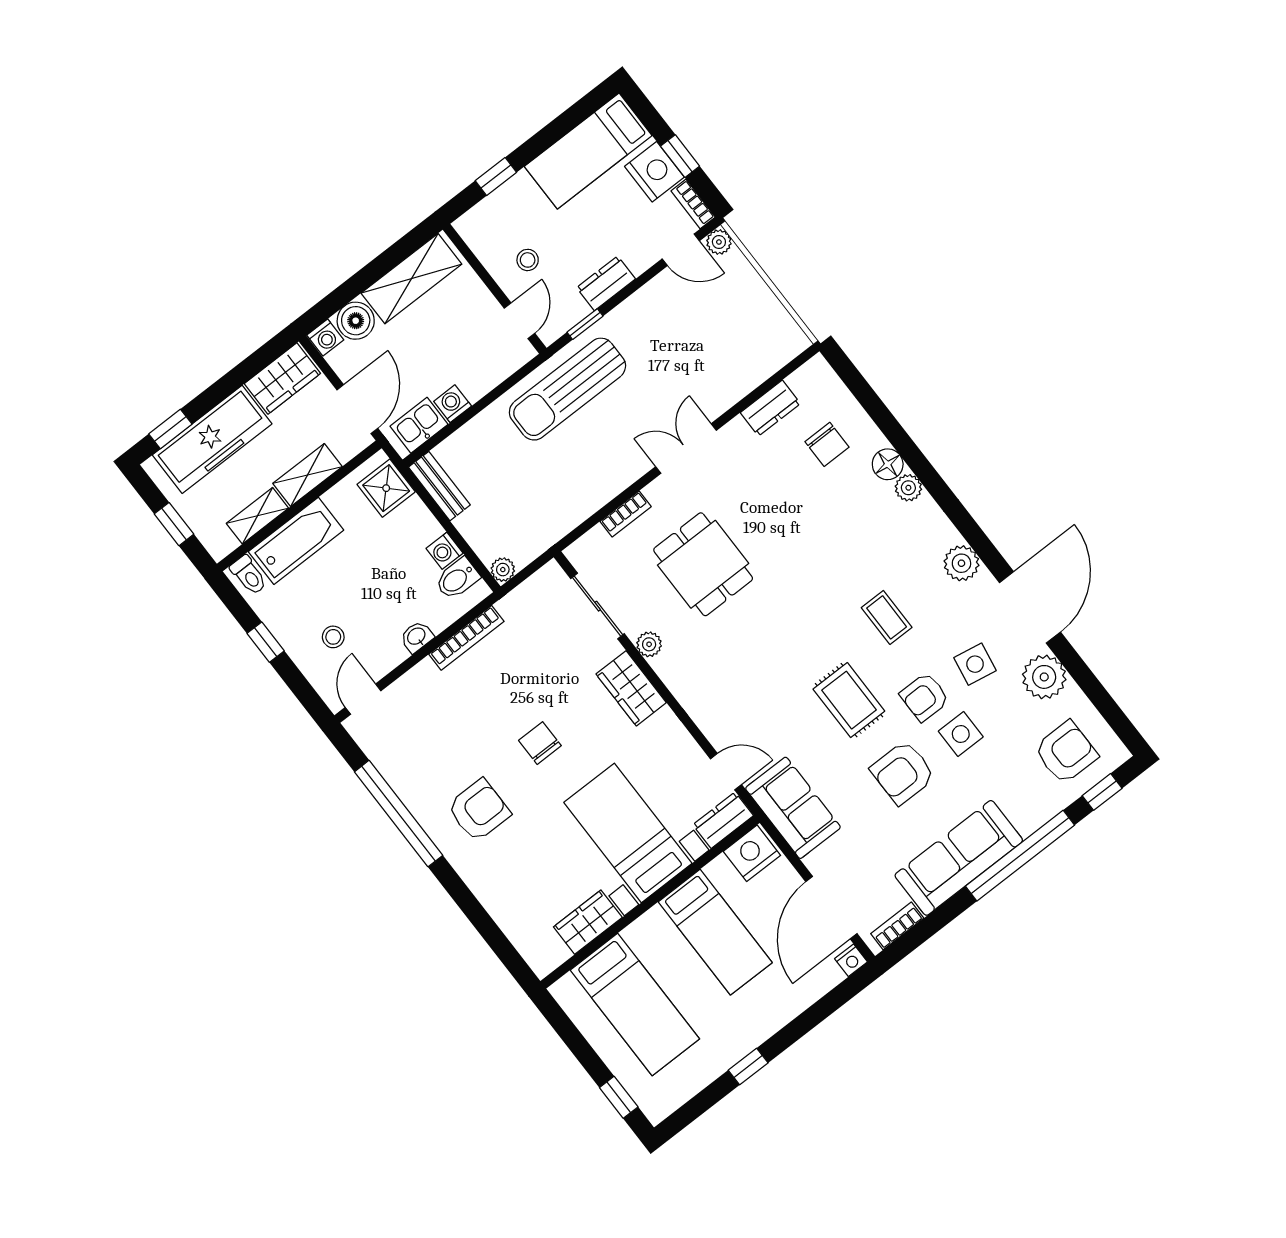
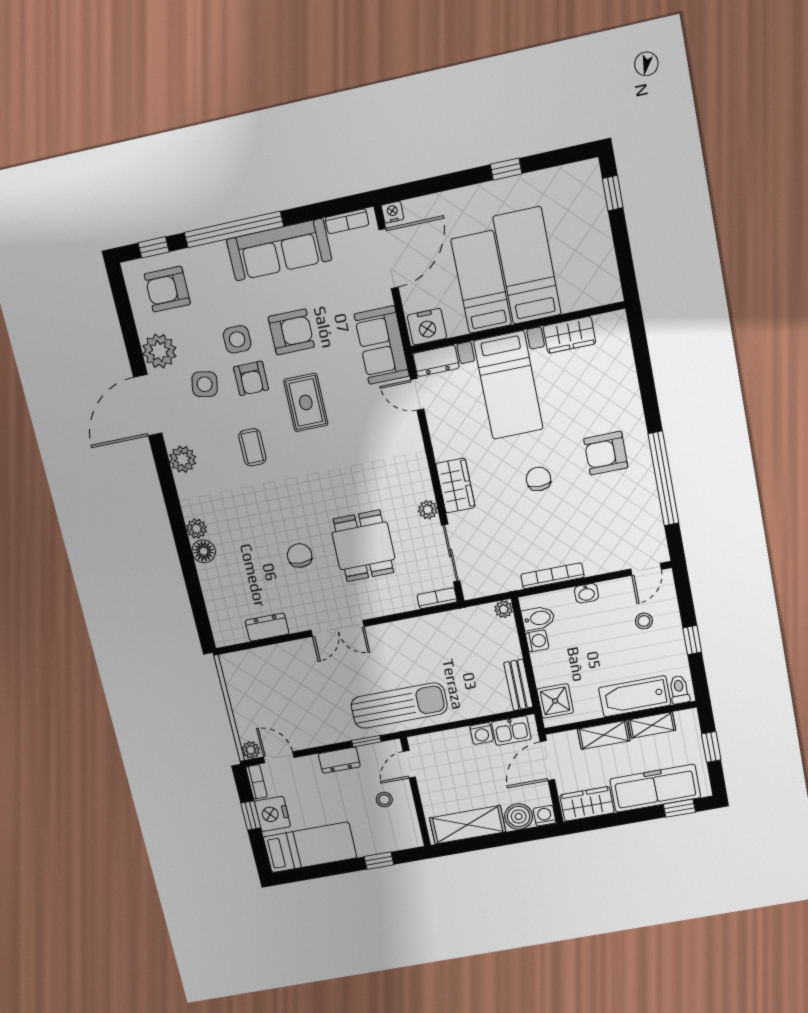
chair: (827, 444) -> (300, 555), moved
bookcase: (626, 514) -> (437, 598), moved
armchair: (925, 697) -> (251, 378), turned 90
chair: (540, 743) -> (539, 479), turned 180
bed: (635, 1004) -> (527, 266), moved

